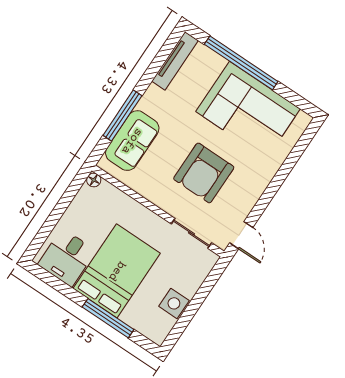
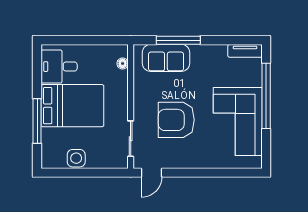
tv unit: (175, 61) -> (245, 51), width x0.71
floor lamp: (94, 180) -> (123, 64), moved

